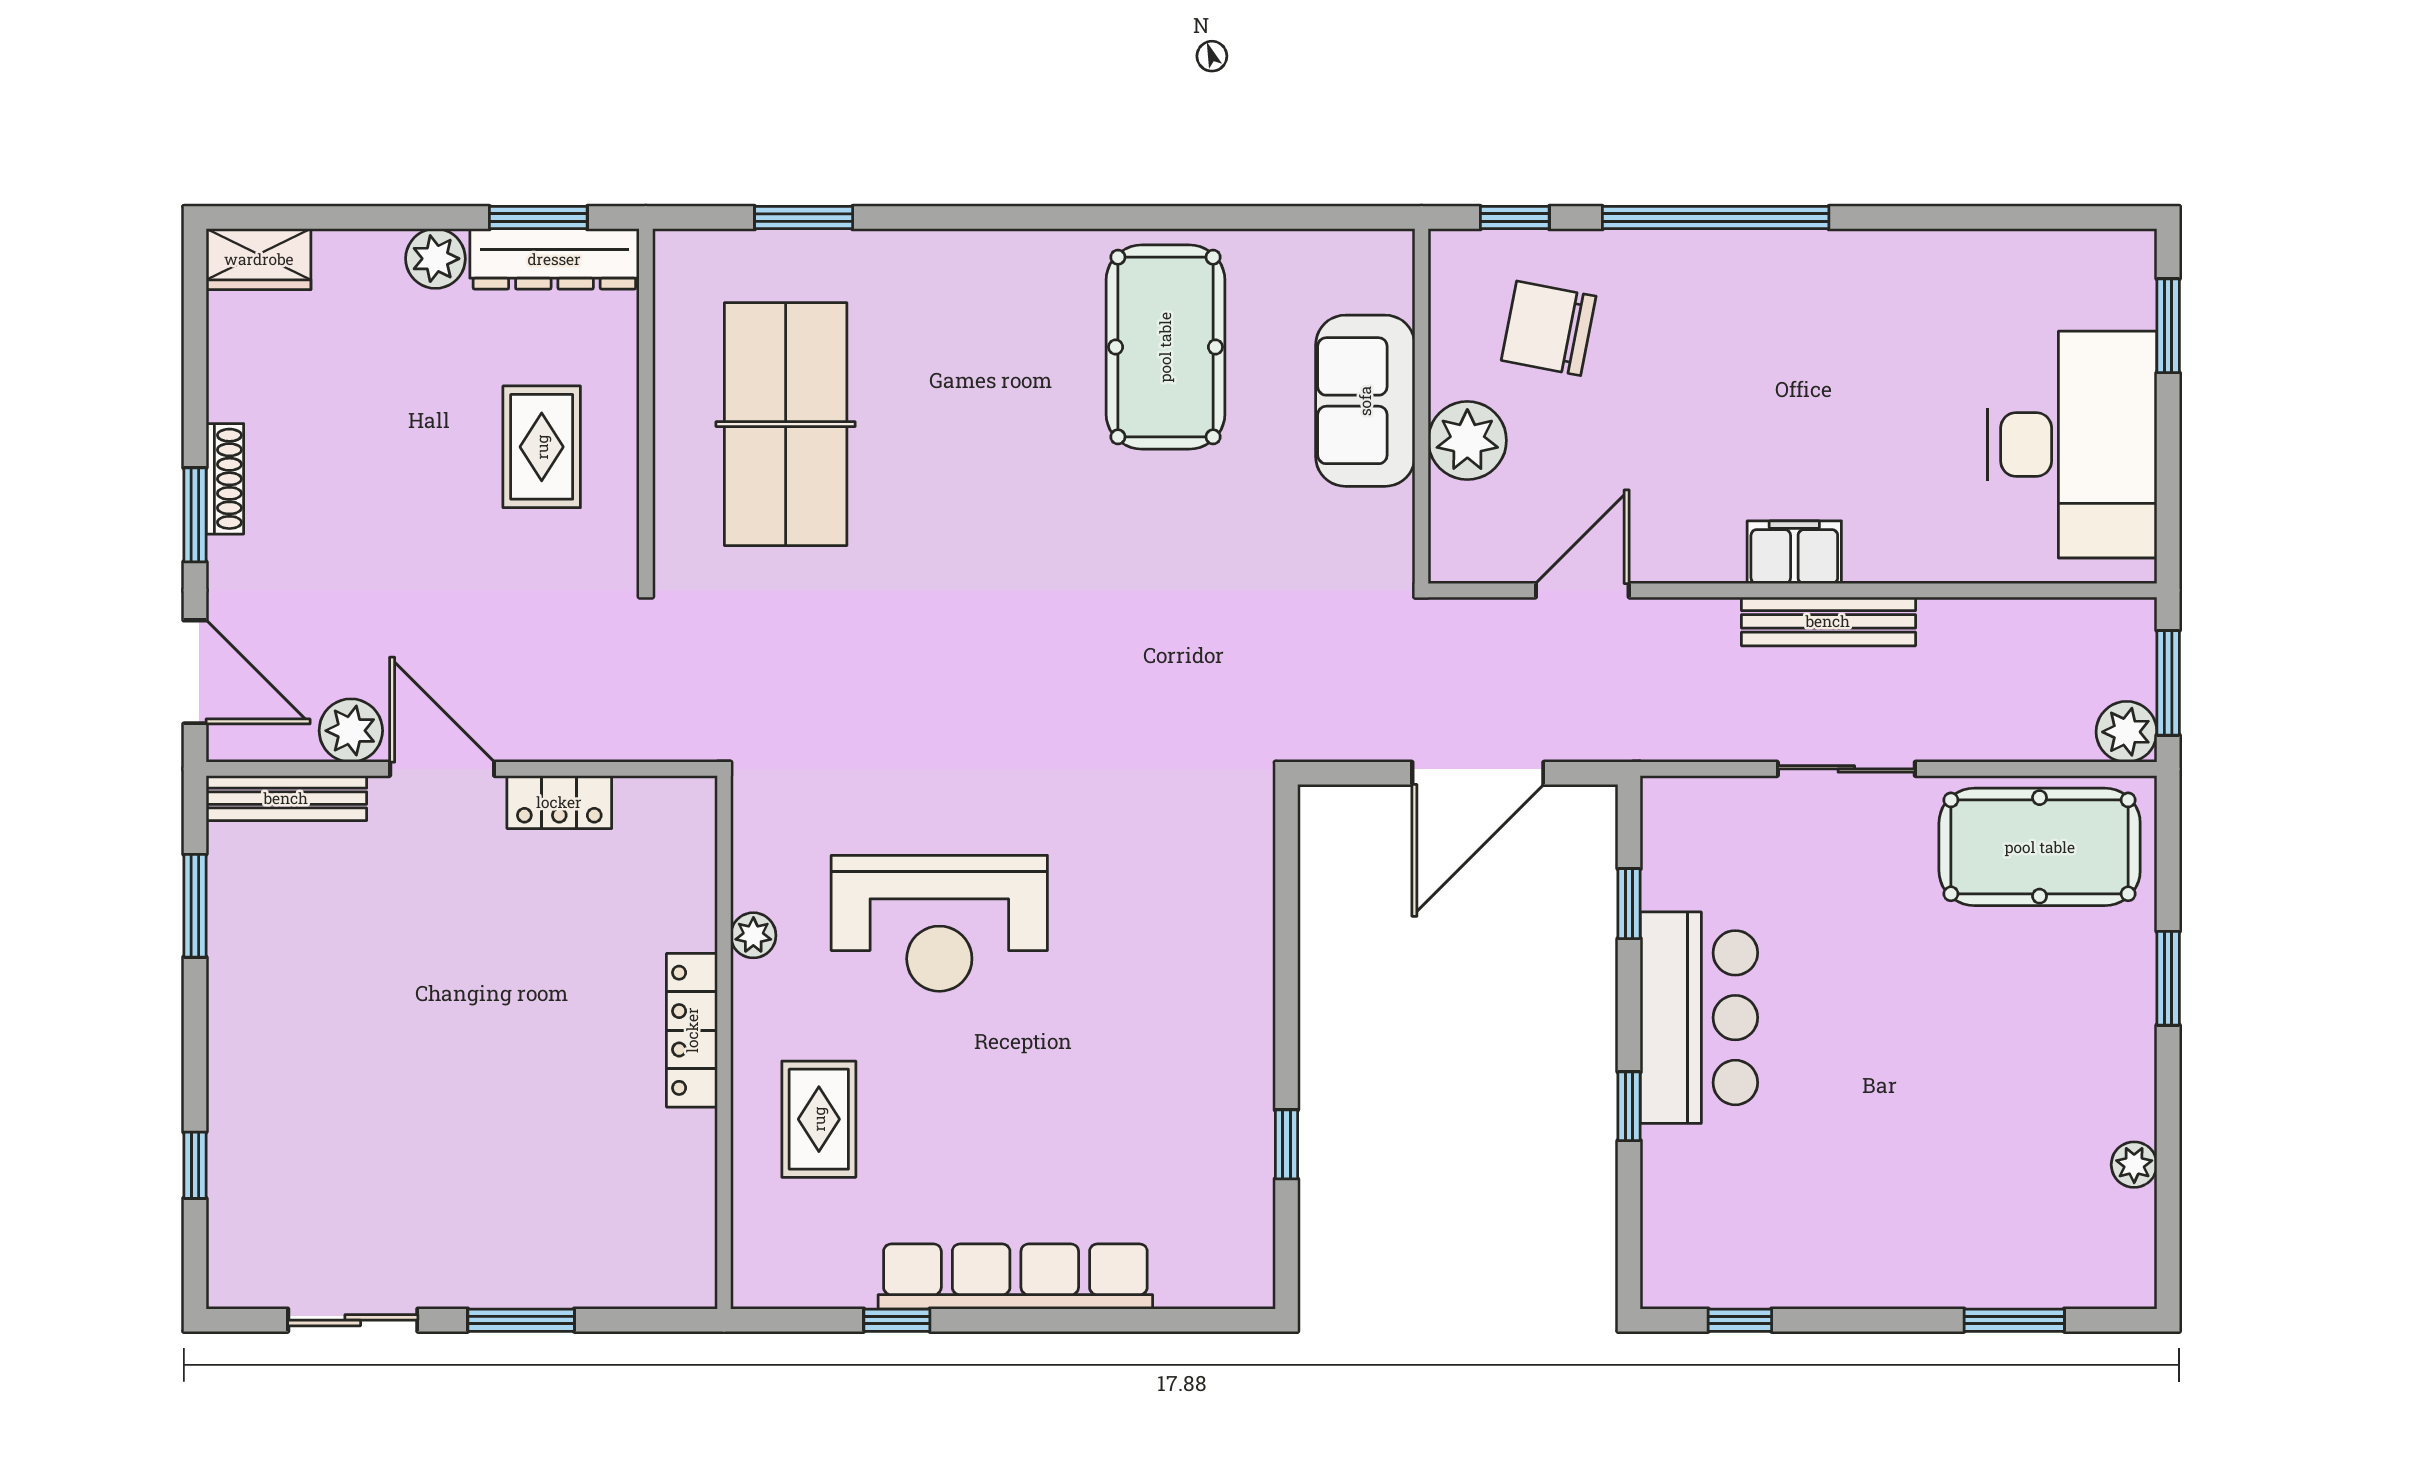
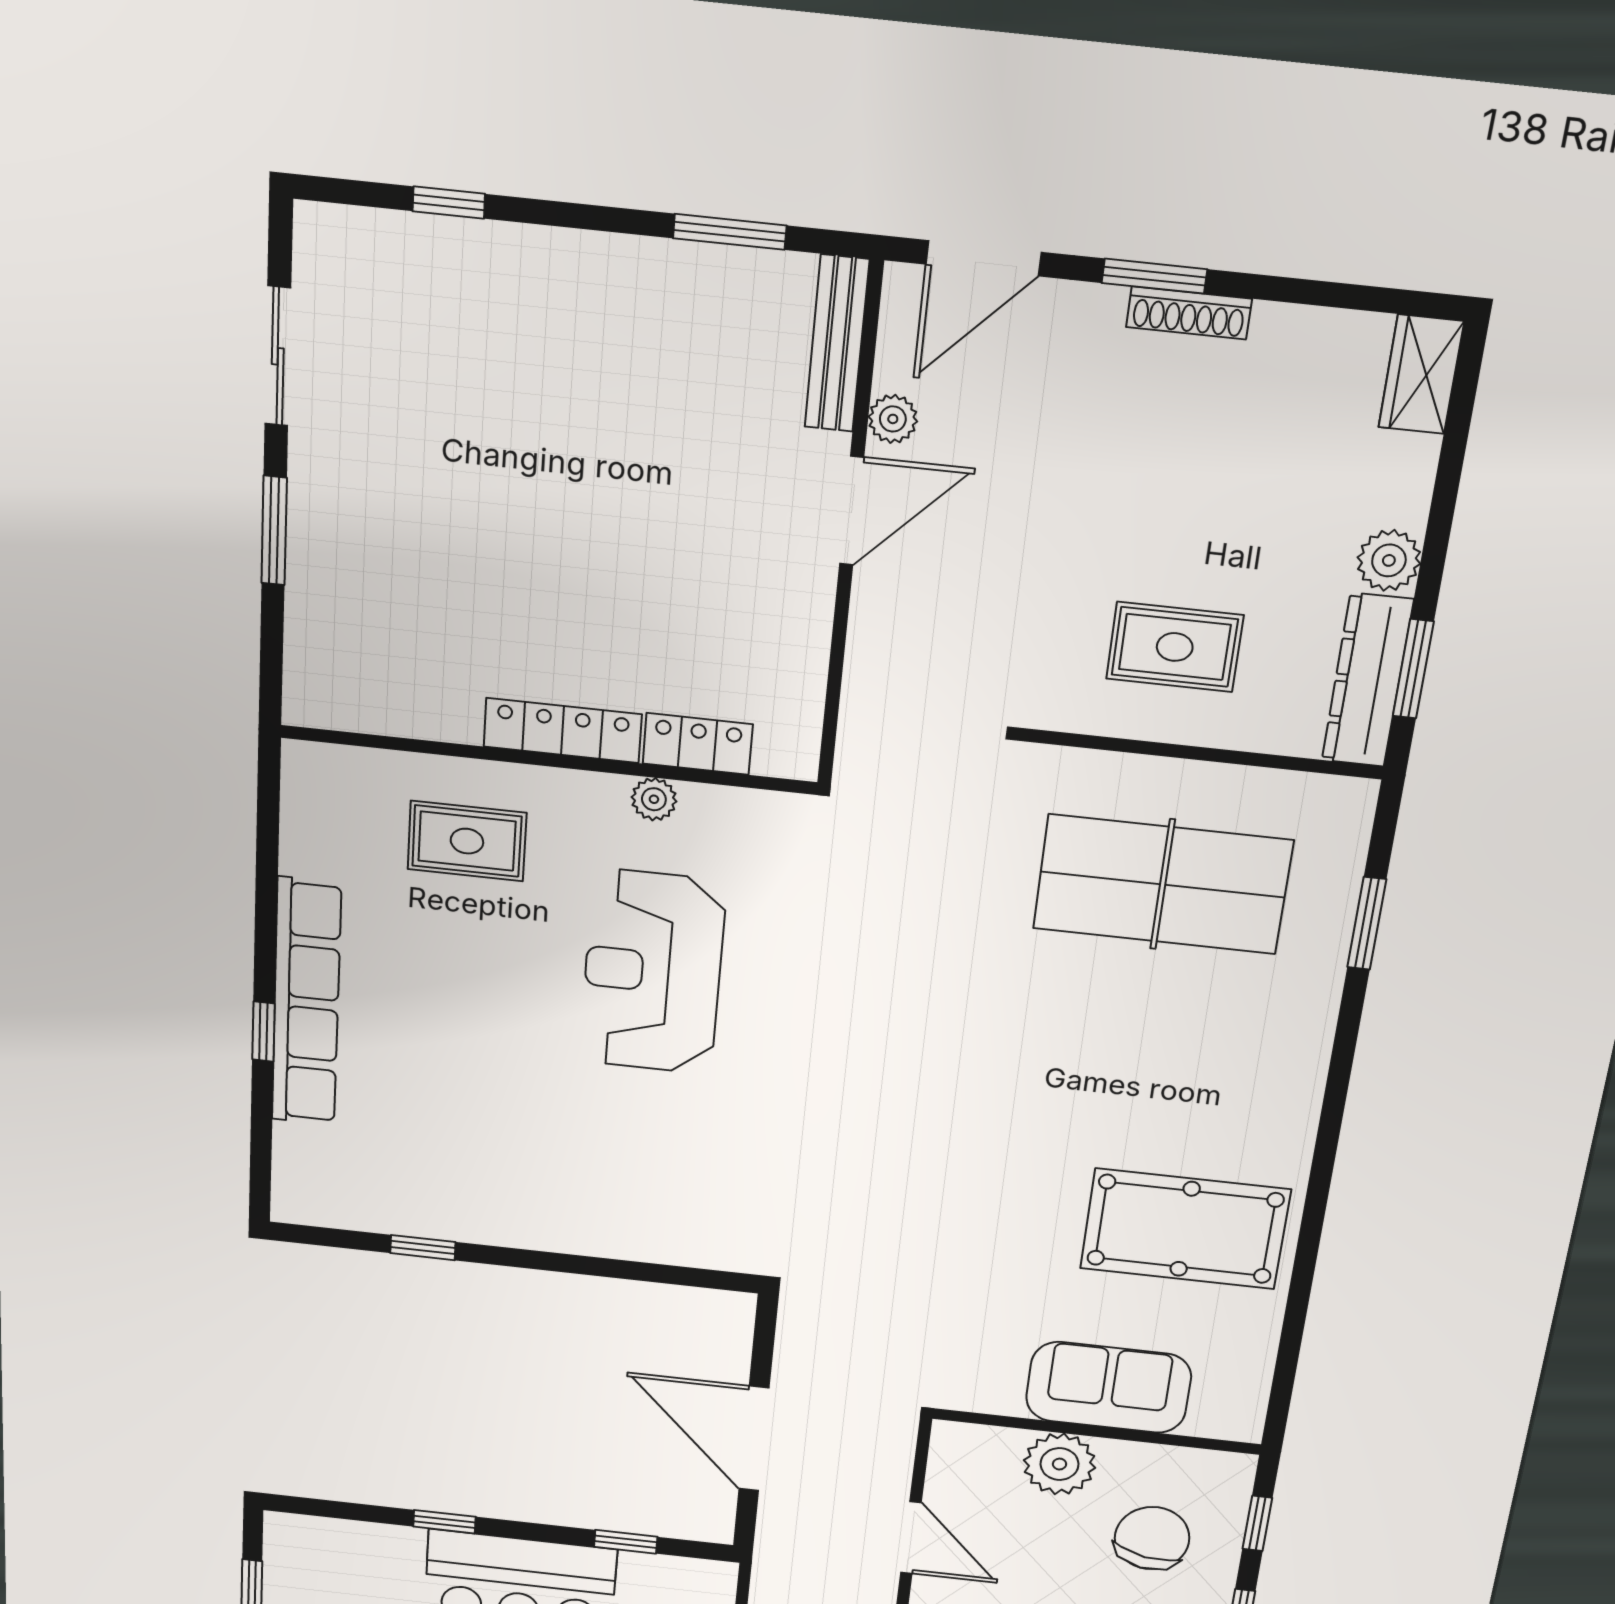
plant: (351, 731) -> (893, 419), width x0.73, depth x0.73
locker: (559, 802) -> (698, 744), moved, turned 90
window: (897, 1320) -> (263, 1032), moved

